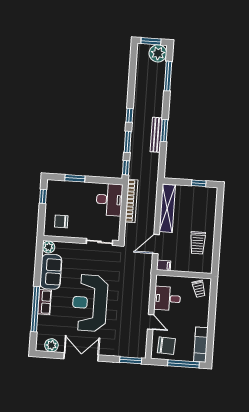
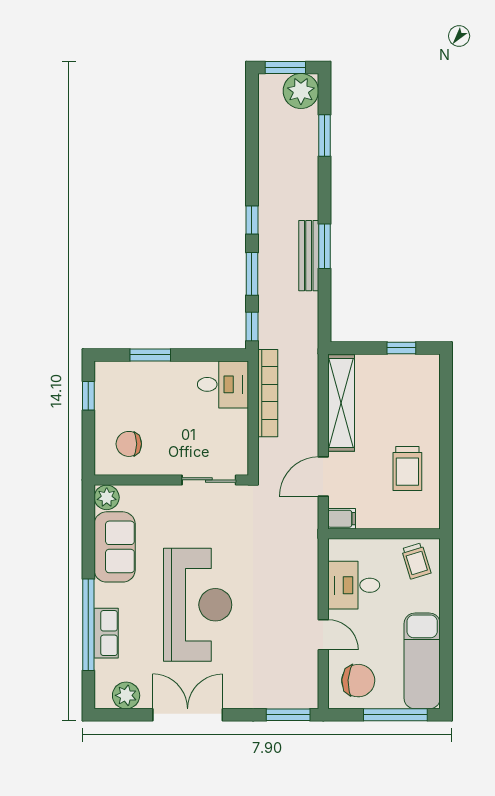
window: (168, 76) -> (324, 135), width x0.69
desk: (109, 200) -> (223, 384), width x0.73
row of seats: (45, 302) -> (106, 633), moved
reception desk: (90, 303) -> (198, 605), turned 180
exam couch: (201, 345) -> (422, 661), width x1.36, depth x1.45

